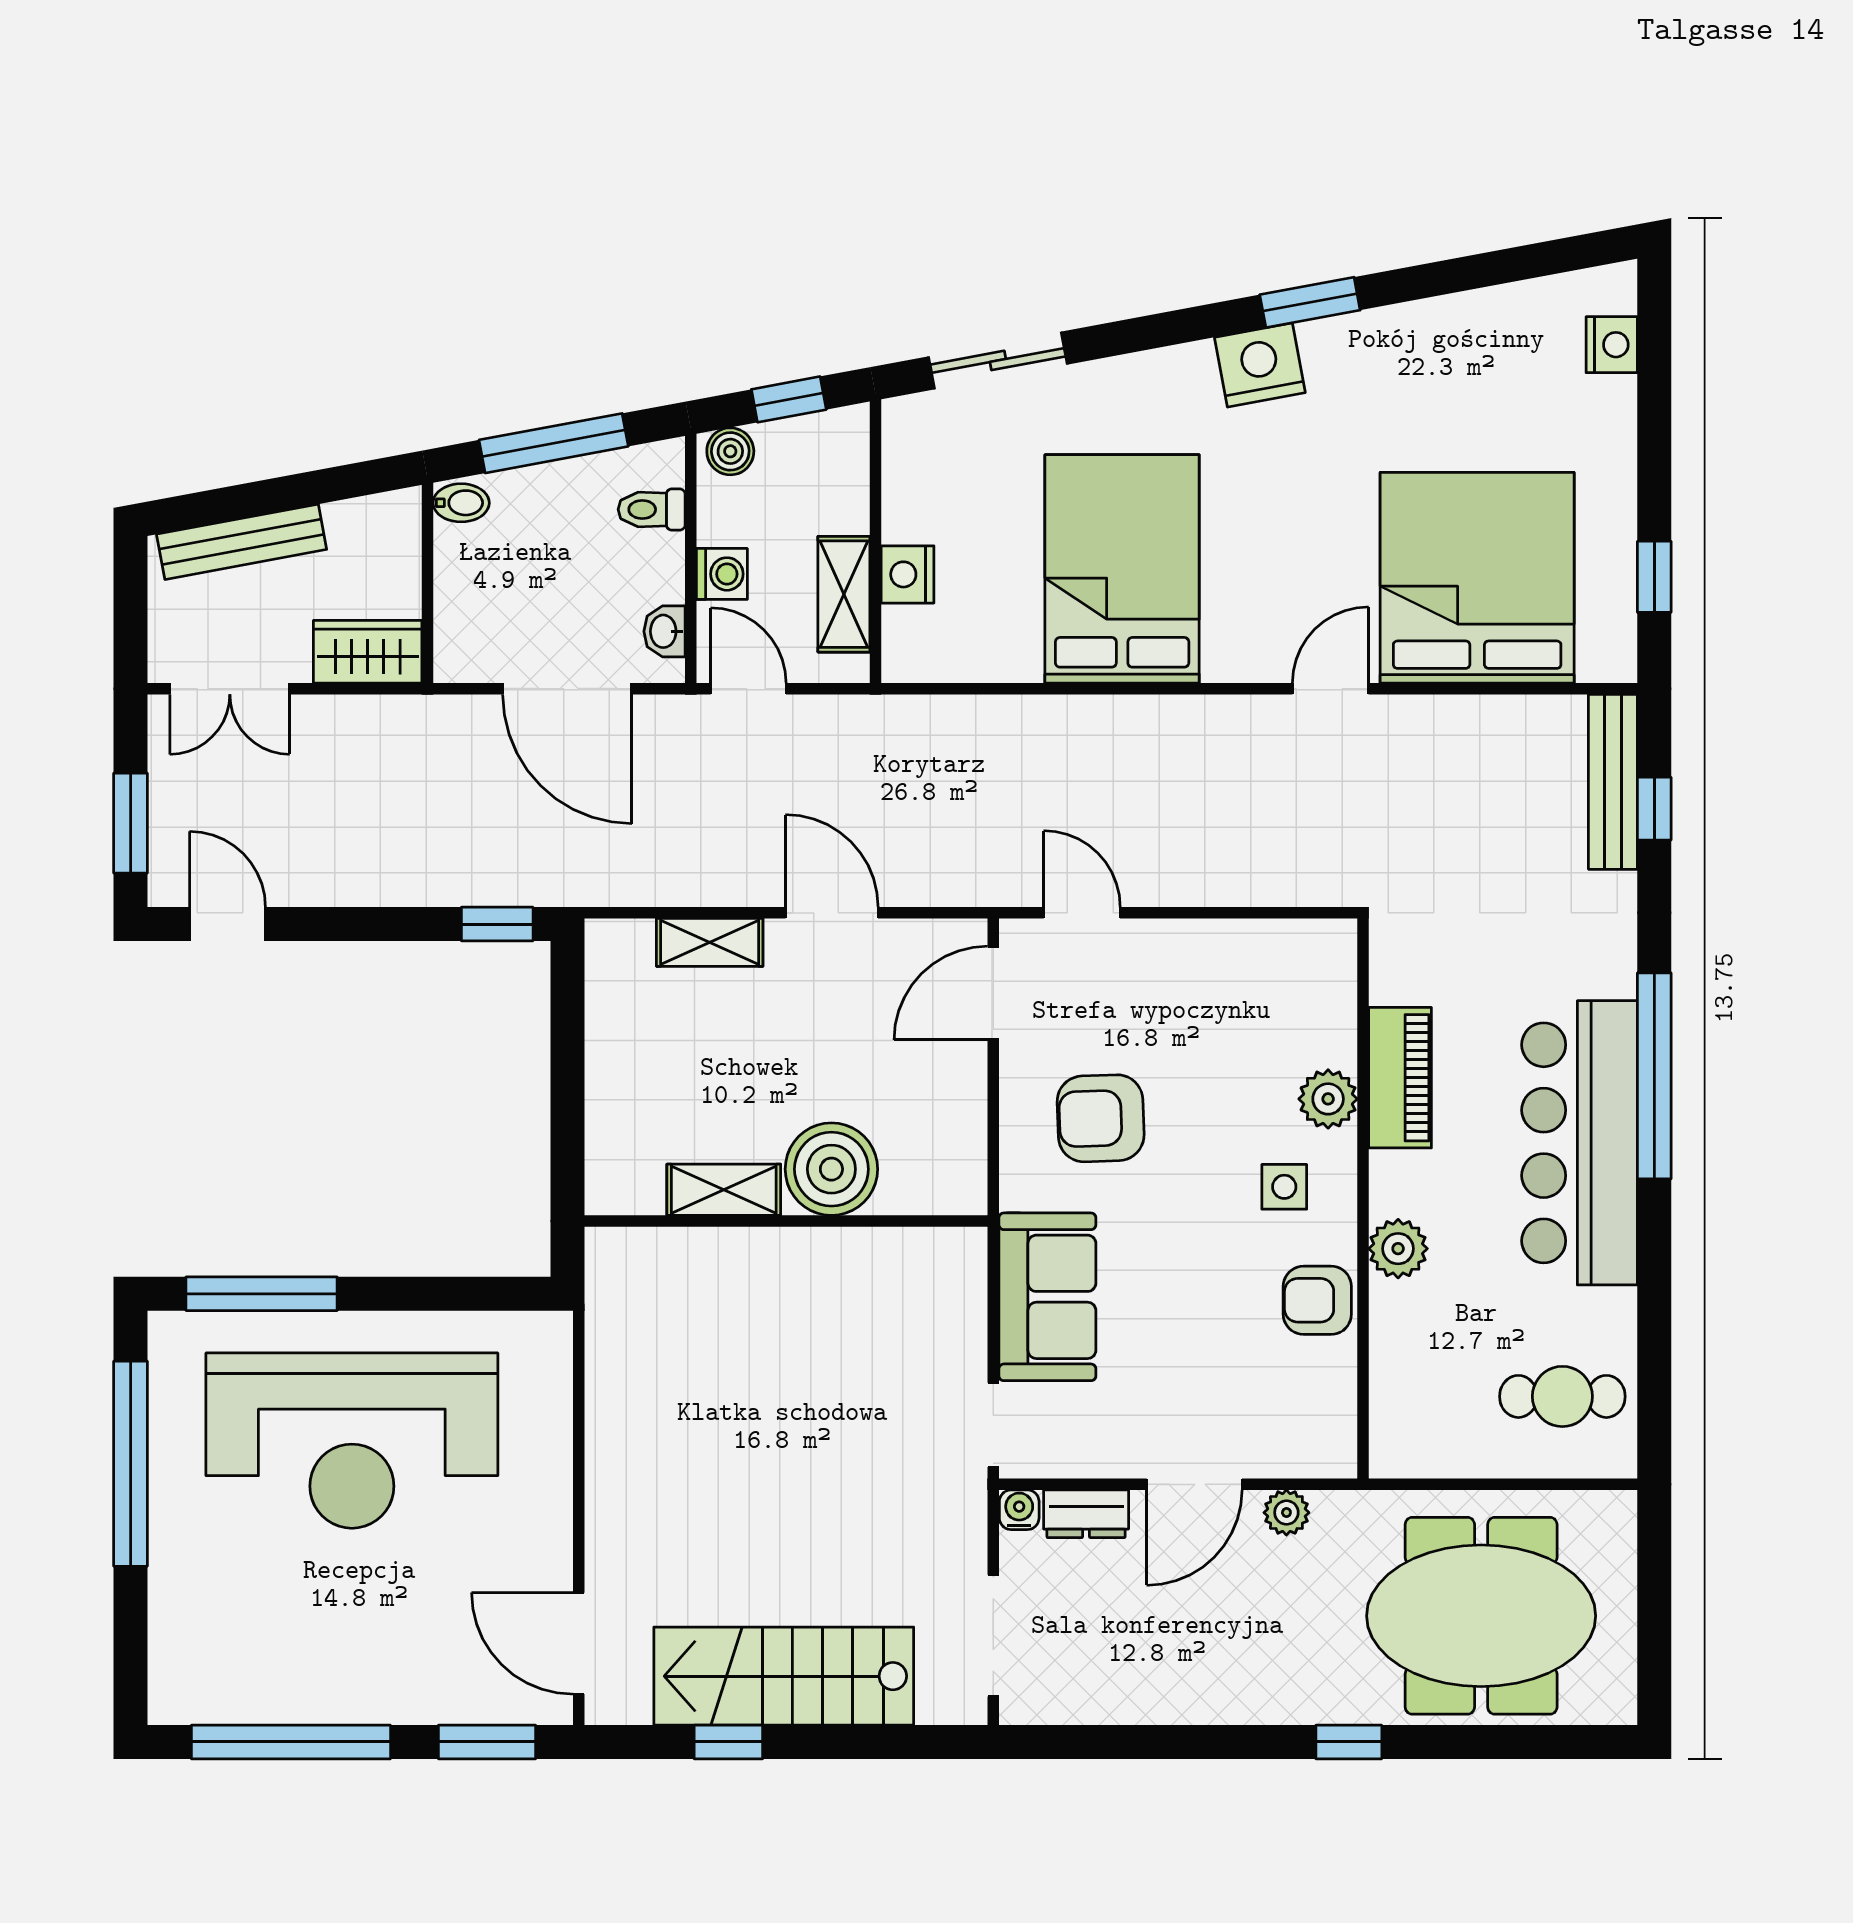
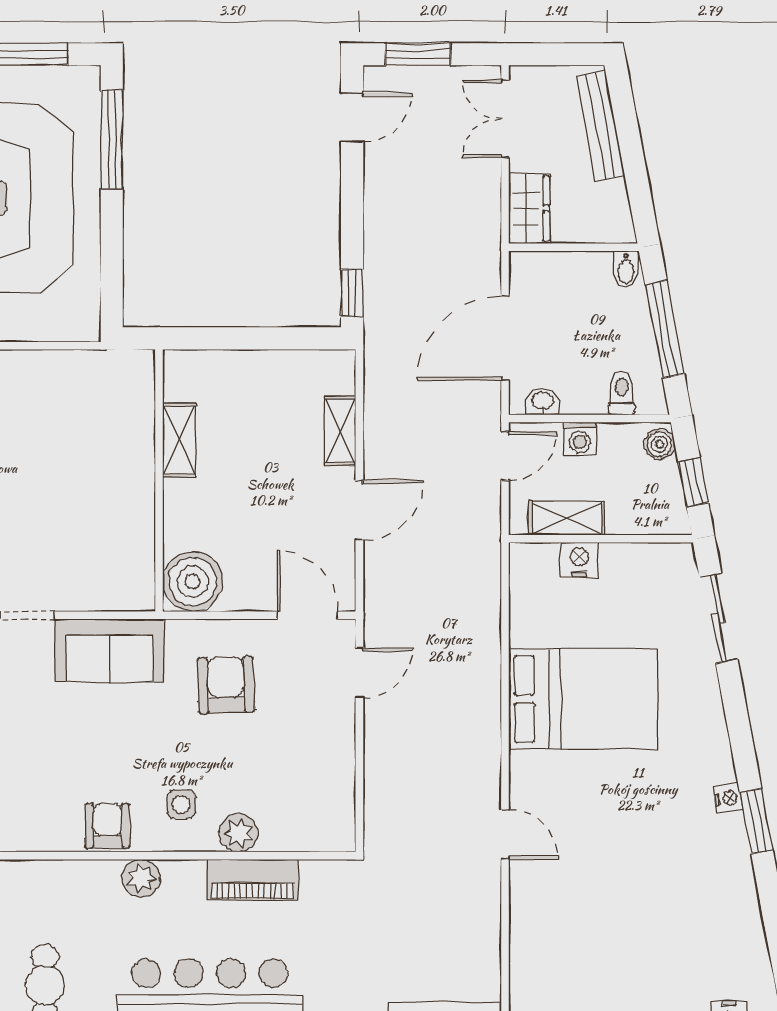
nightstand: (1260, 365) -> (728, 799), width x0.53, depth x0.56
bed: (1477, 578) -> (577, 930), removed
boiler: (831, 1169) -> (193, 581), moved

